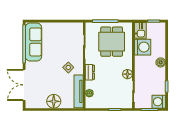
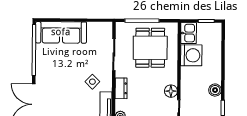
sofa: (33, 42) -> (61, 32), moved, turned 90
boiler: (161, 62) -> (215, 90), moved

